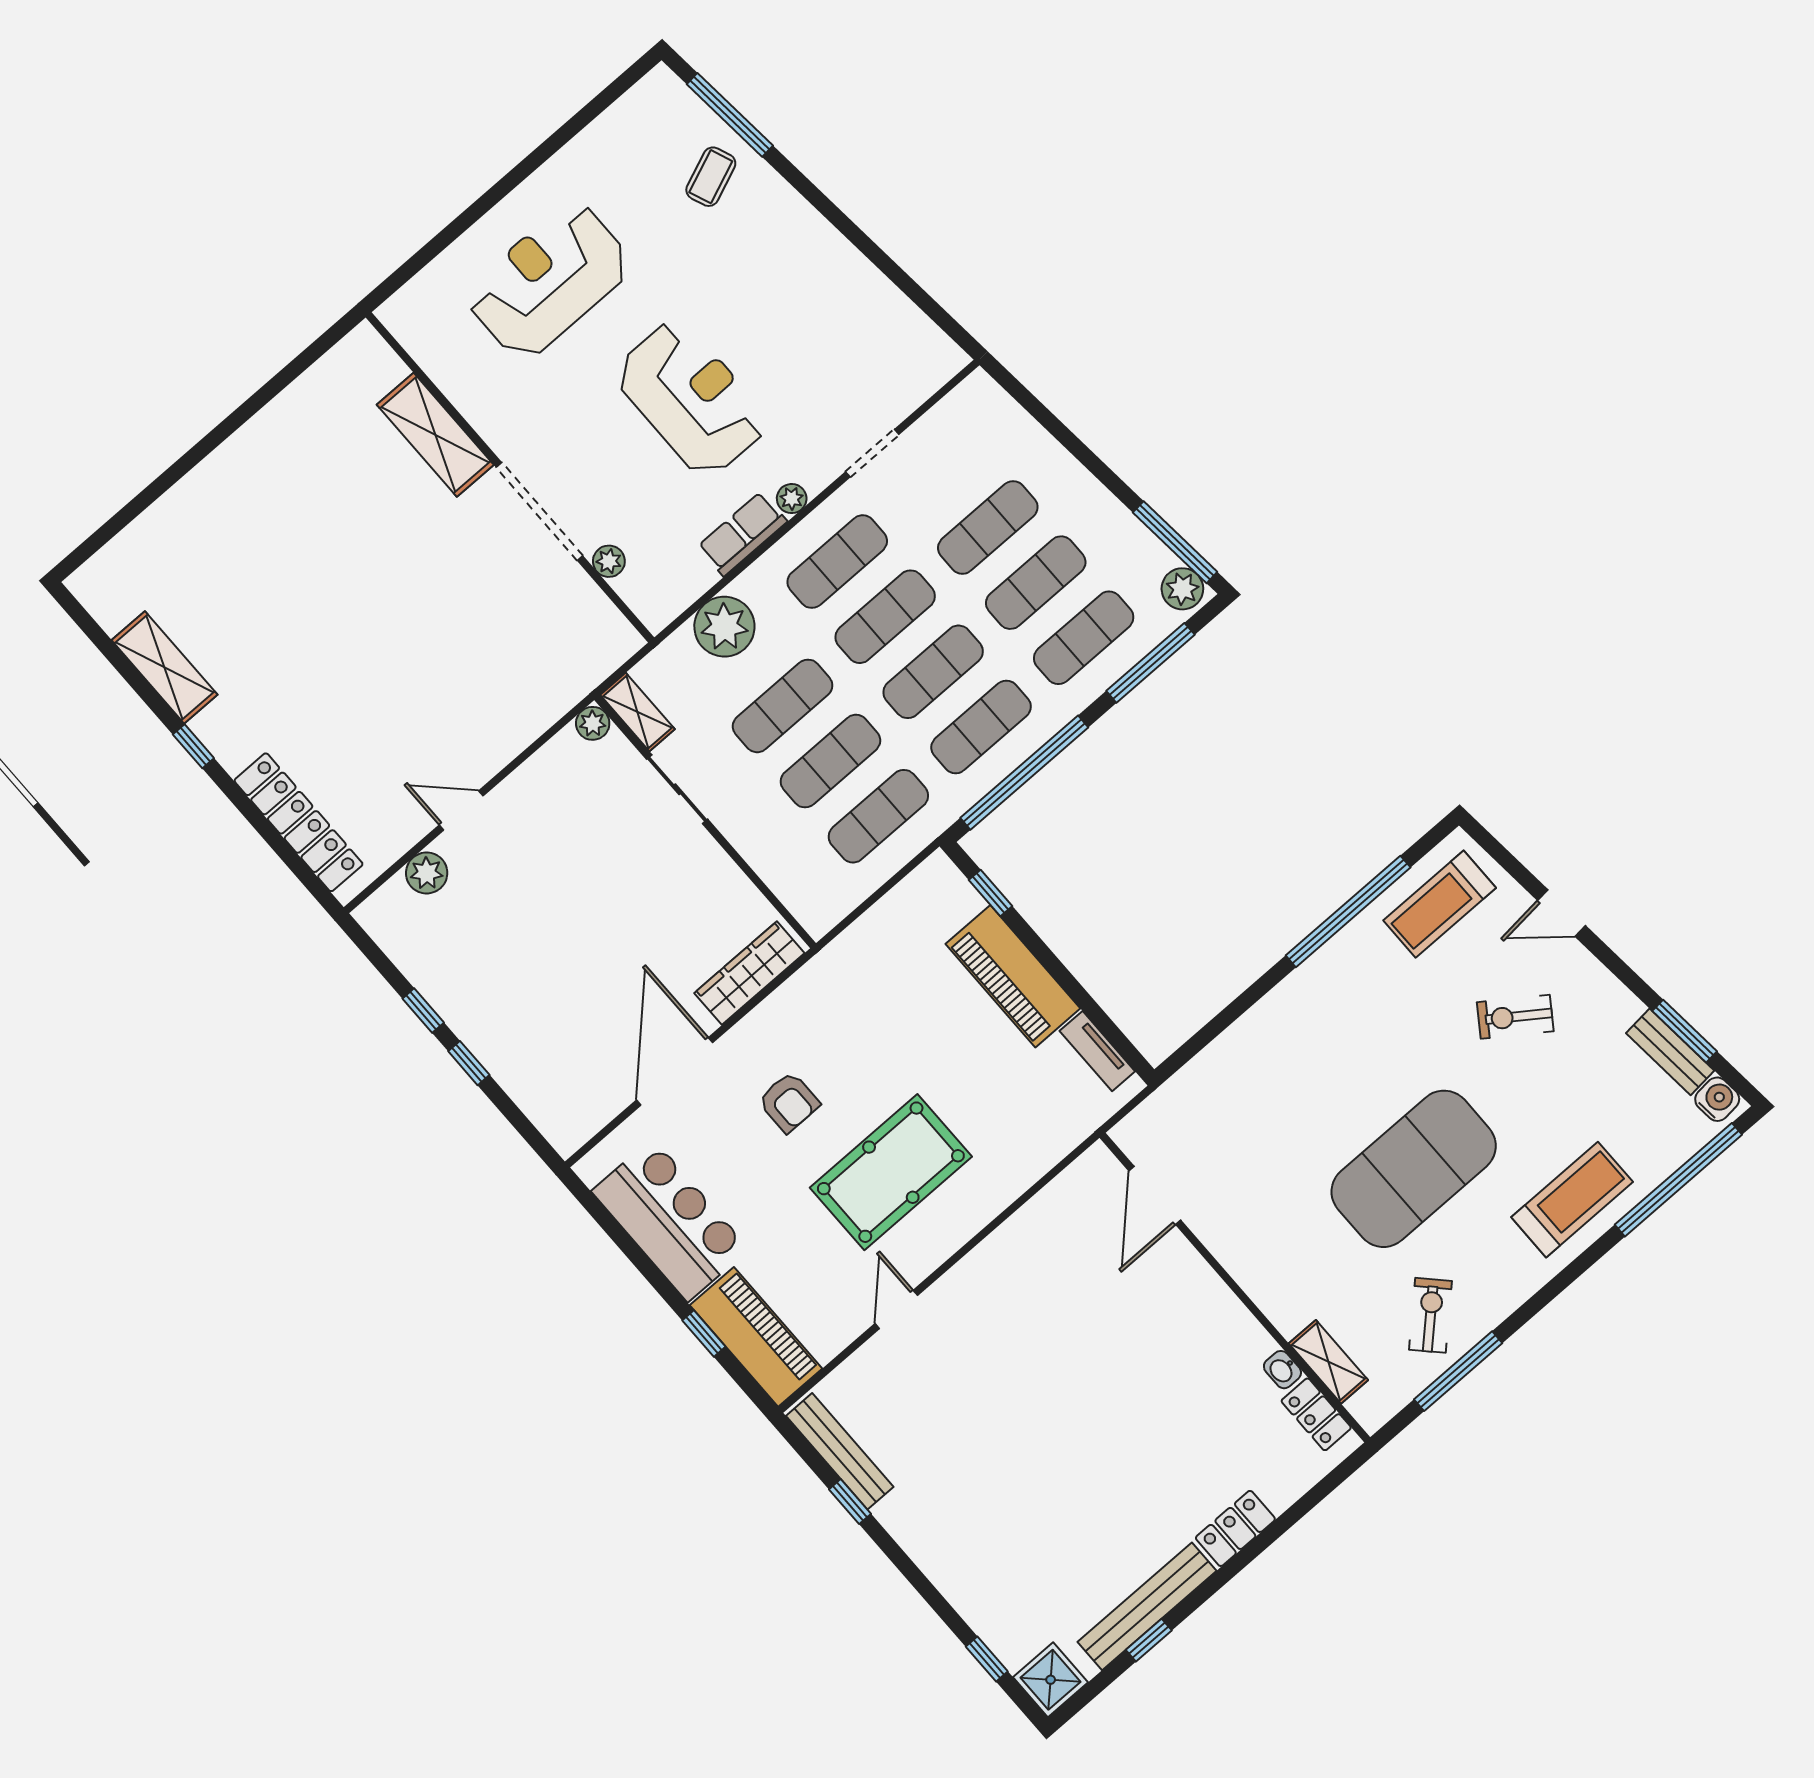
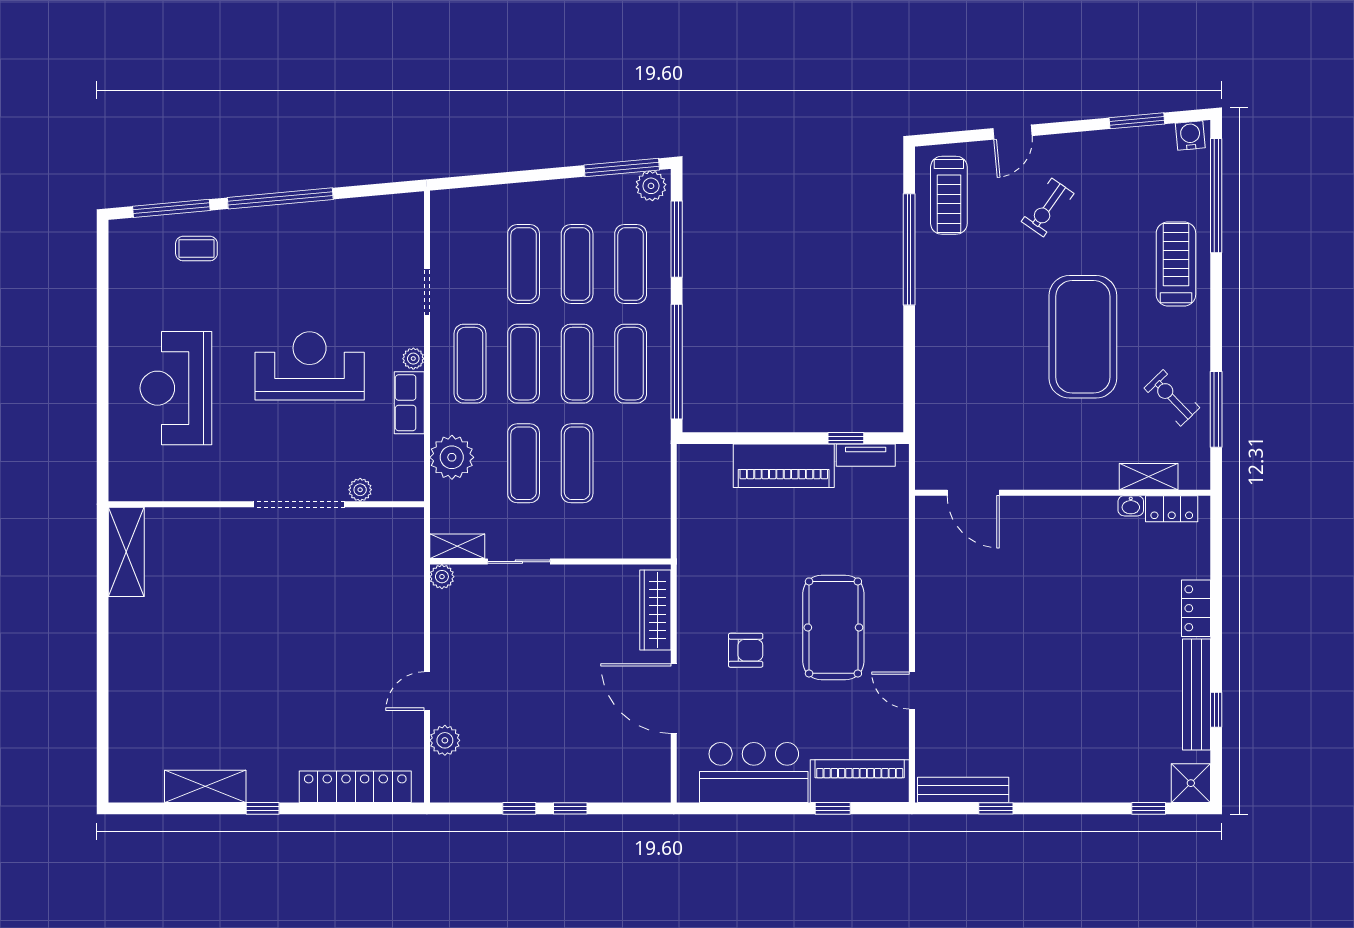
coffee table: (711, 177) -> (196, 249), turned -68
window: (837, 218) -> (280, 198), added
shelving: (435, 435) -> (126, 552), moved, turned 90
exercise mat: (878, 816) -> (631, 463), removed
window: (991, 893) -> (846, 438), moved
bench: (1670, 1052) -> (1141, 139), removed

